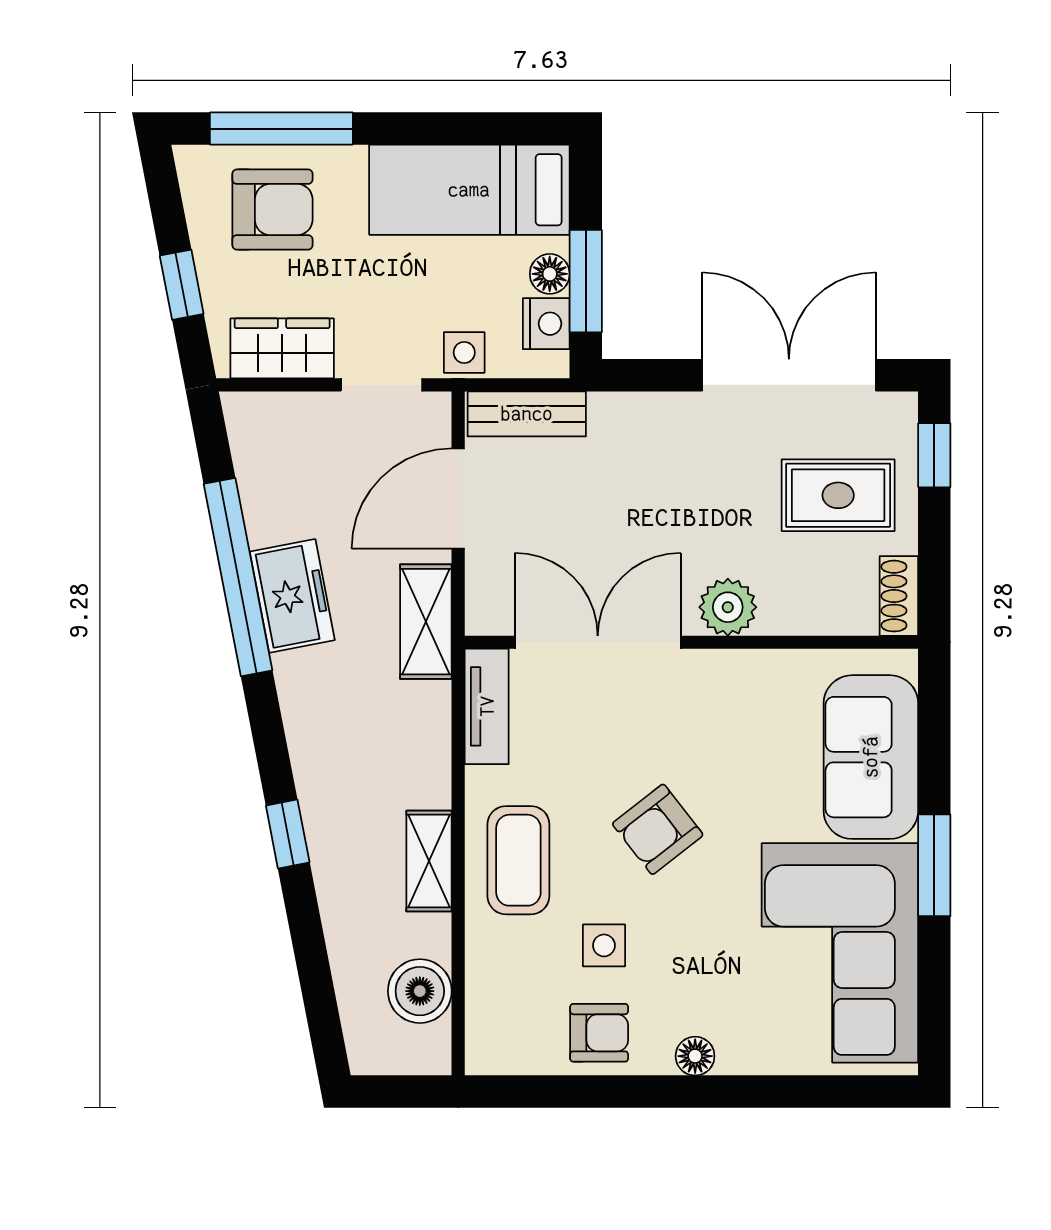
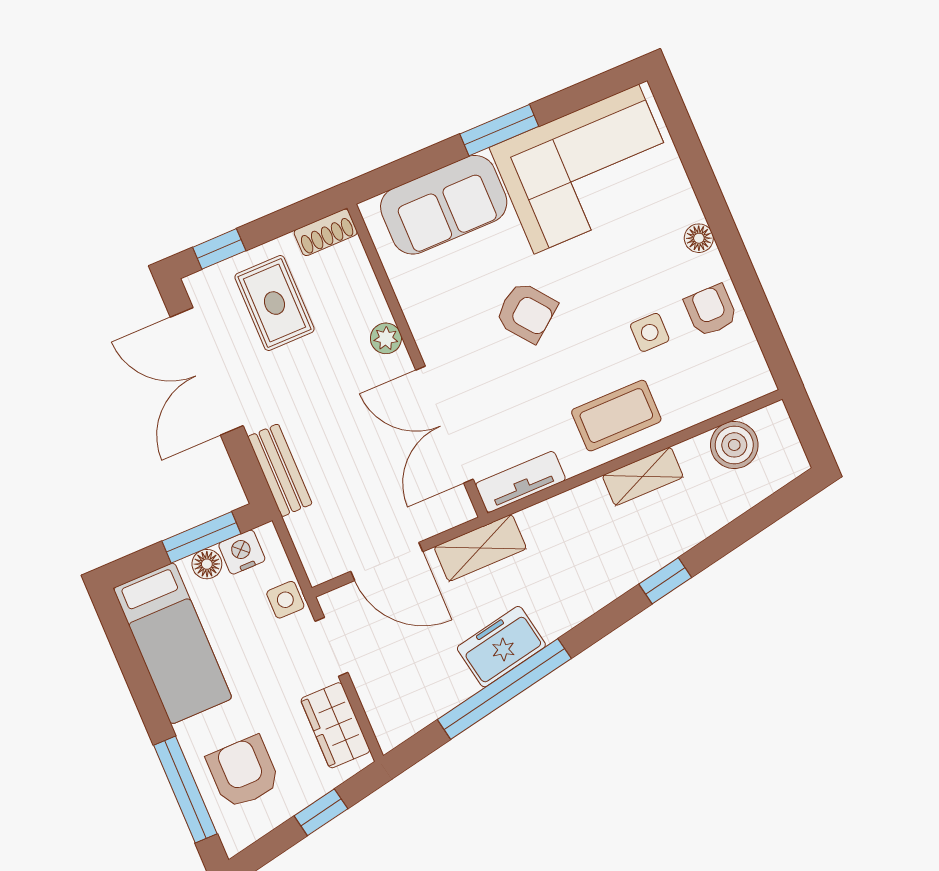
bench: (527, 414) -> (280, 470), moved
plant: (728, 607) -> (386, 338), width x0.73, depth x0.73
armchair: (658, 829) -> (526, 312), moved

